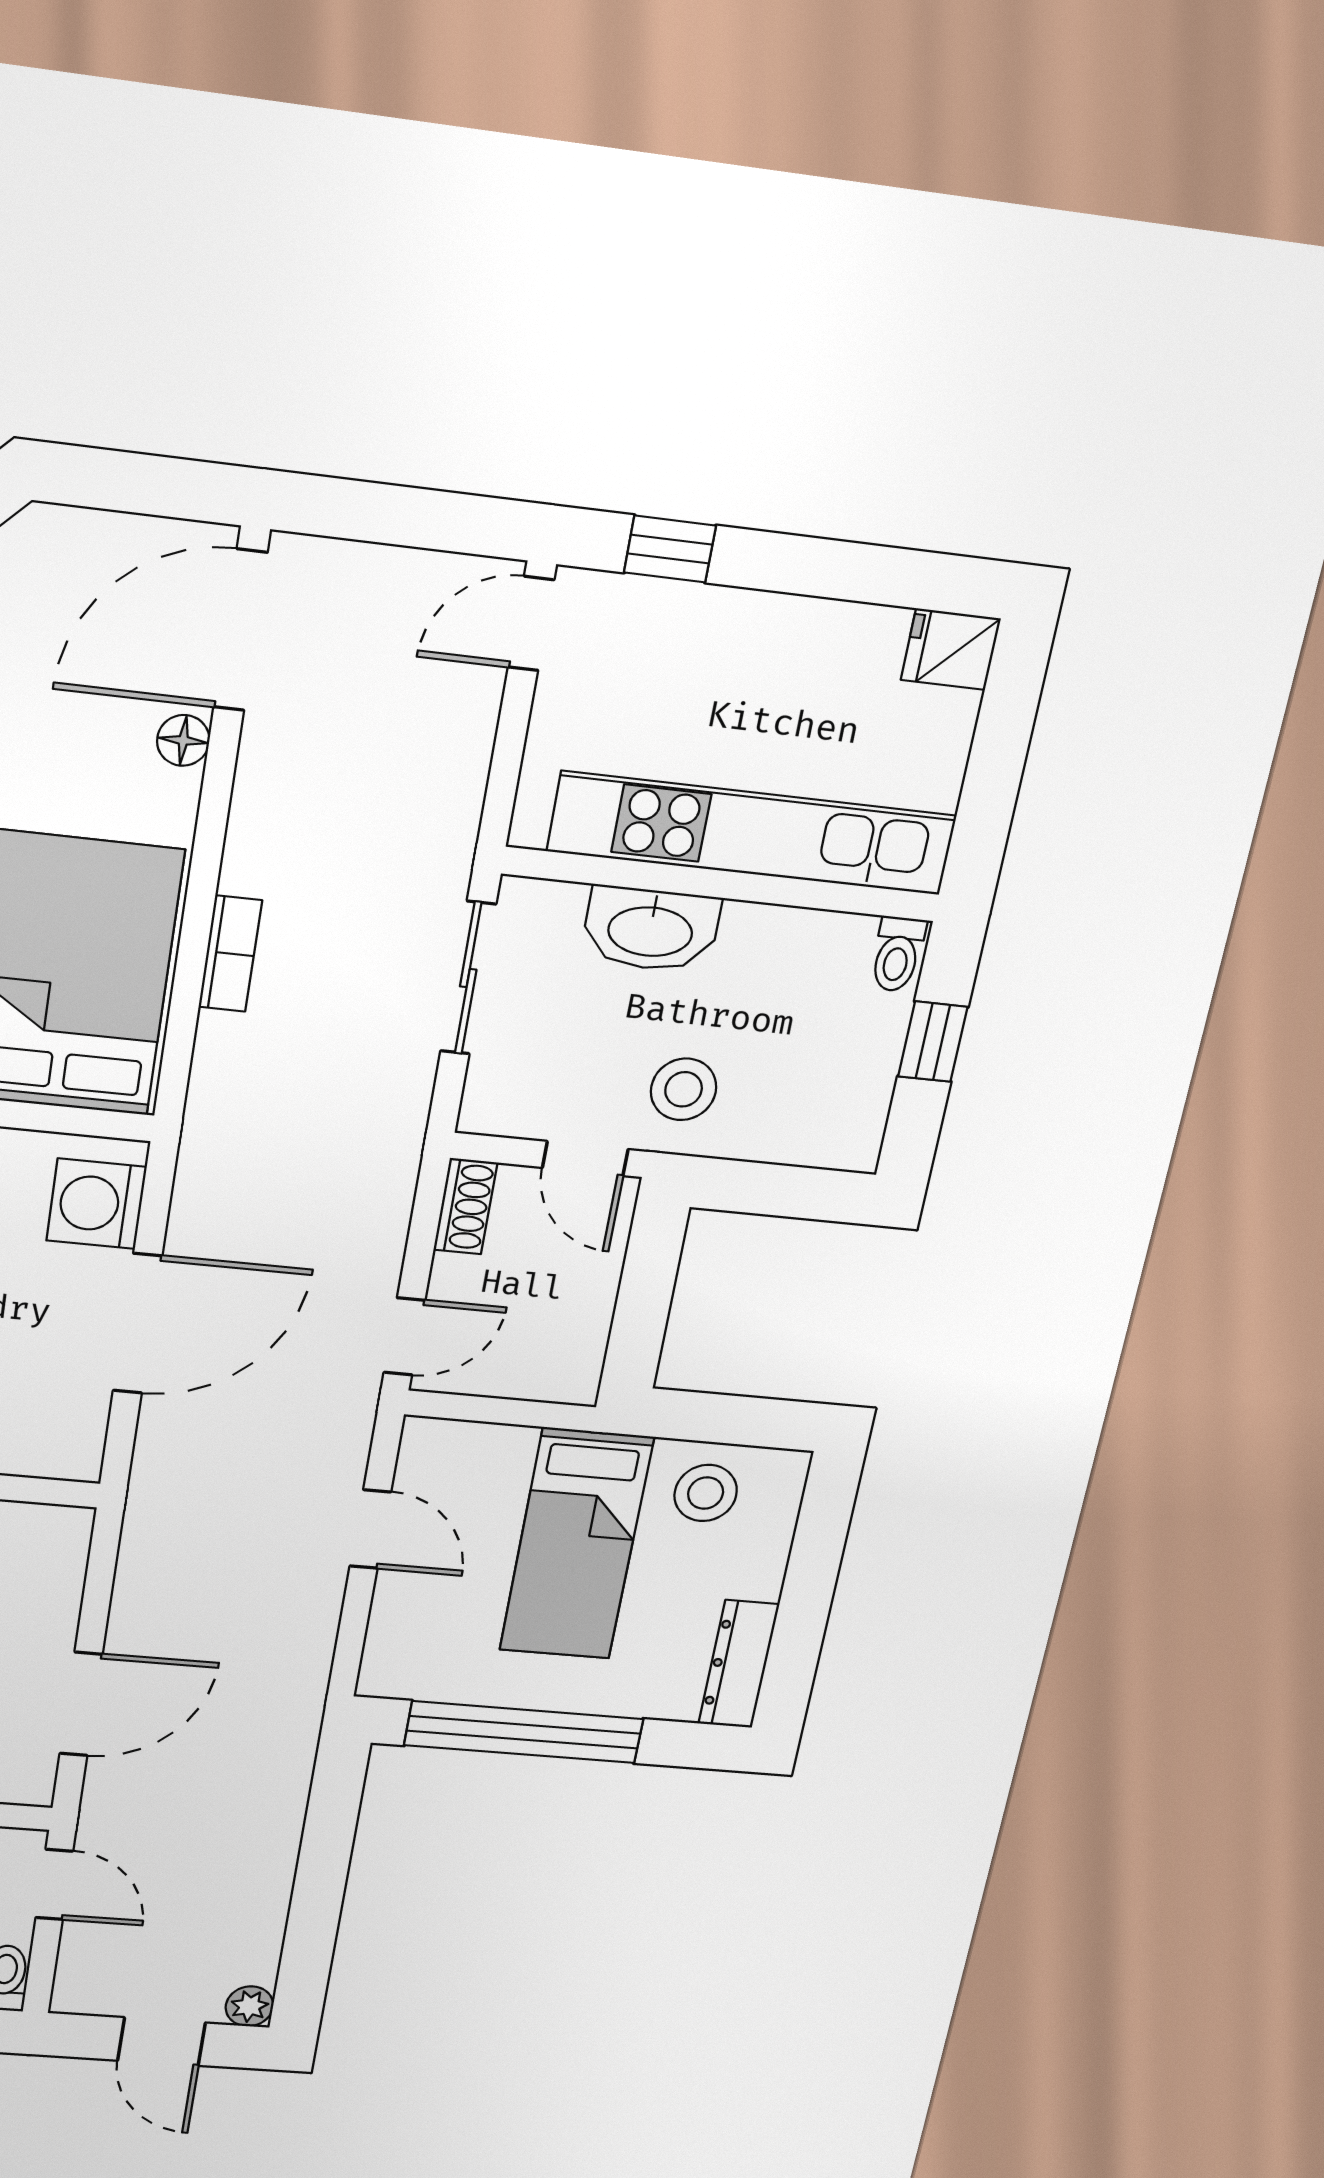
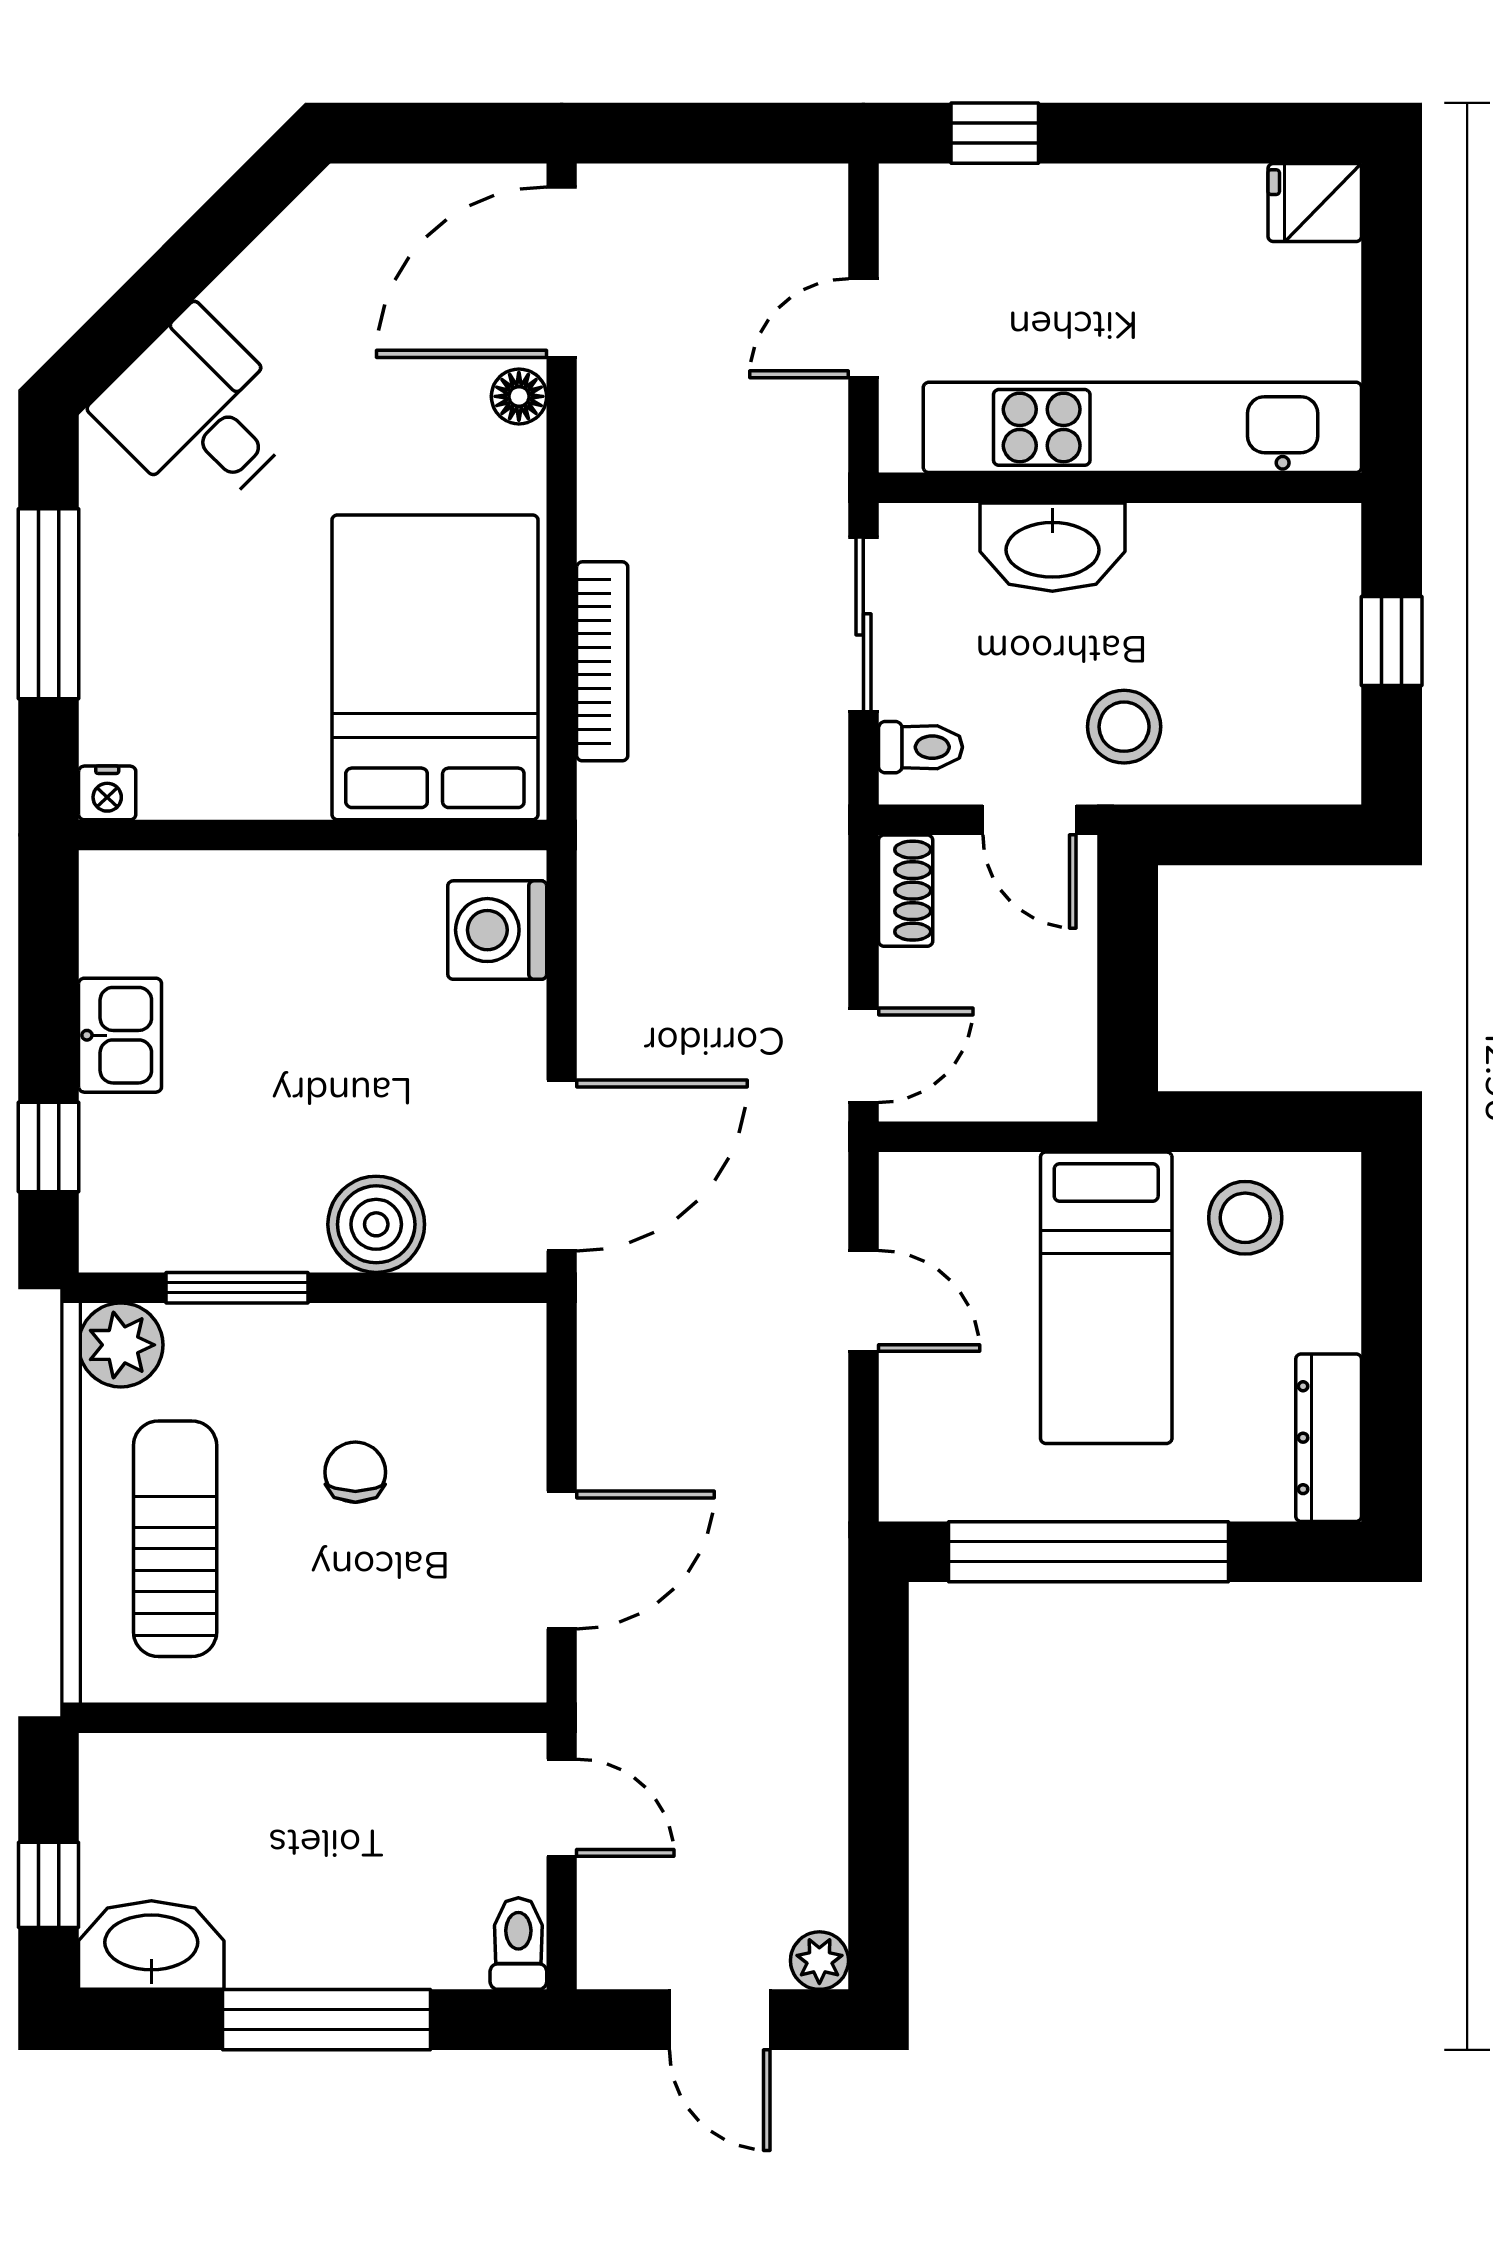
door: (531, 623) -> (863, 328), moved
bookcase: (230, 954) -> (602, 661), width x1.56
toilet: (897, 954) -> (921, 747), moved, turned -90
door: (137, 1324) -> (562, 1165), moved

